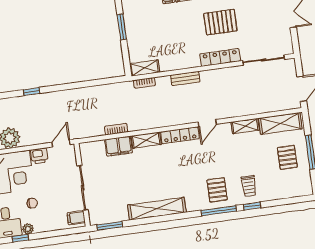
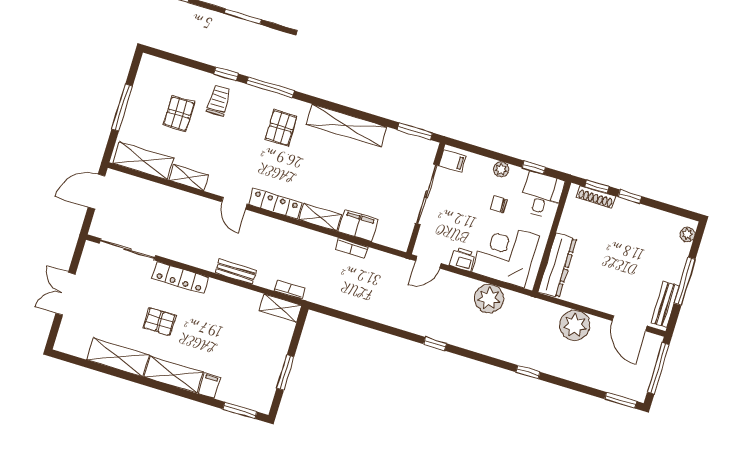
pallet: (220, 22) -> (160, 322), width x0.67, depth x0.71
door: (207, 123) -> (234, 203), swing flipped
pallet: (287, 157) -> (179, 114), moved
pallet: (217, 190) -> (281, 128), moved
plant: (28, 229) -> (501, 169), moved

